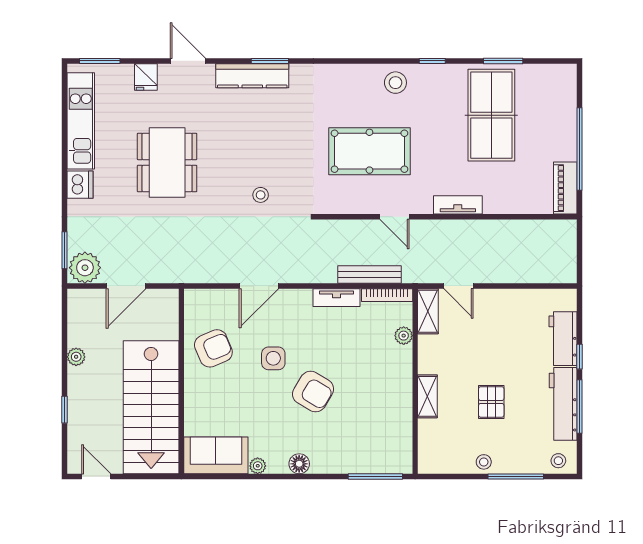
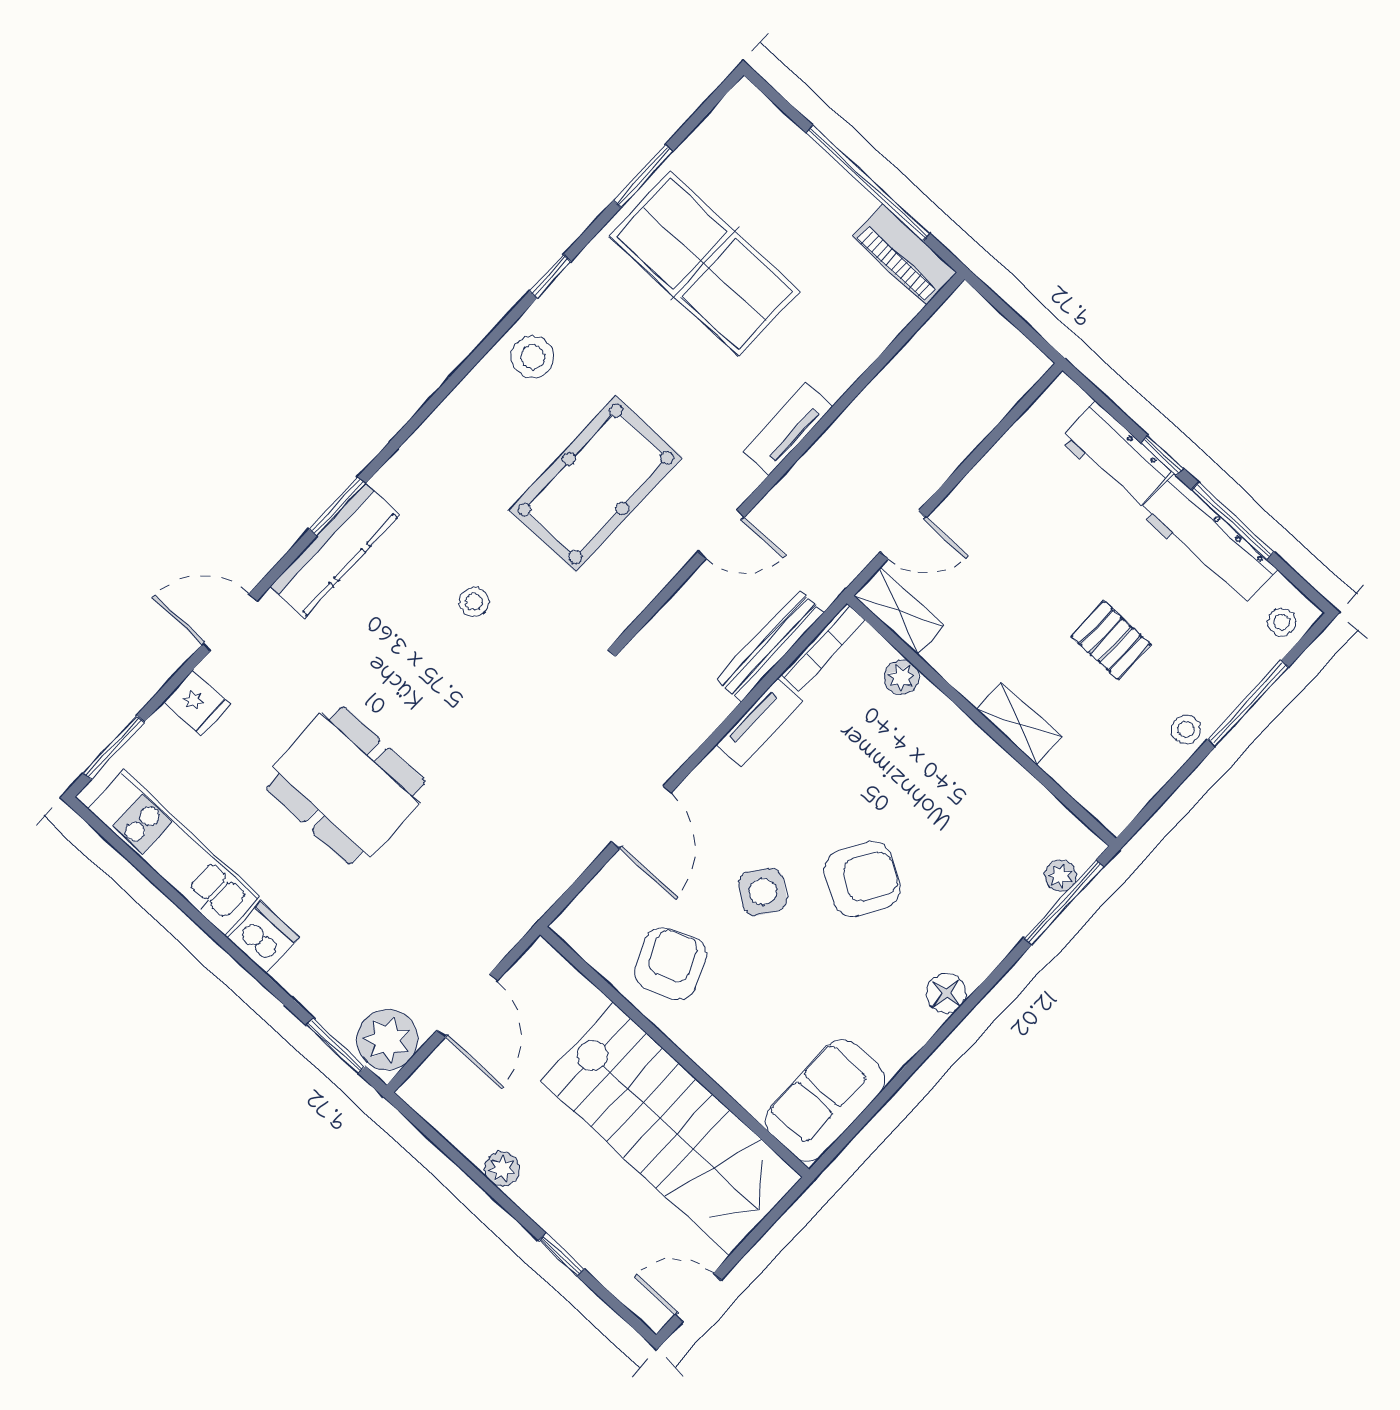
stool: (261, 195) -> (474, 602), moved
side table: (273, 358) -> (763, 892), turned 36
plant: (258, 466) -> (1060, 876), moved

